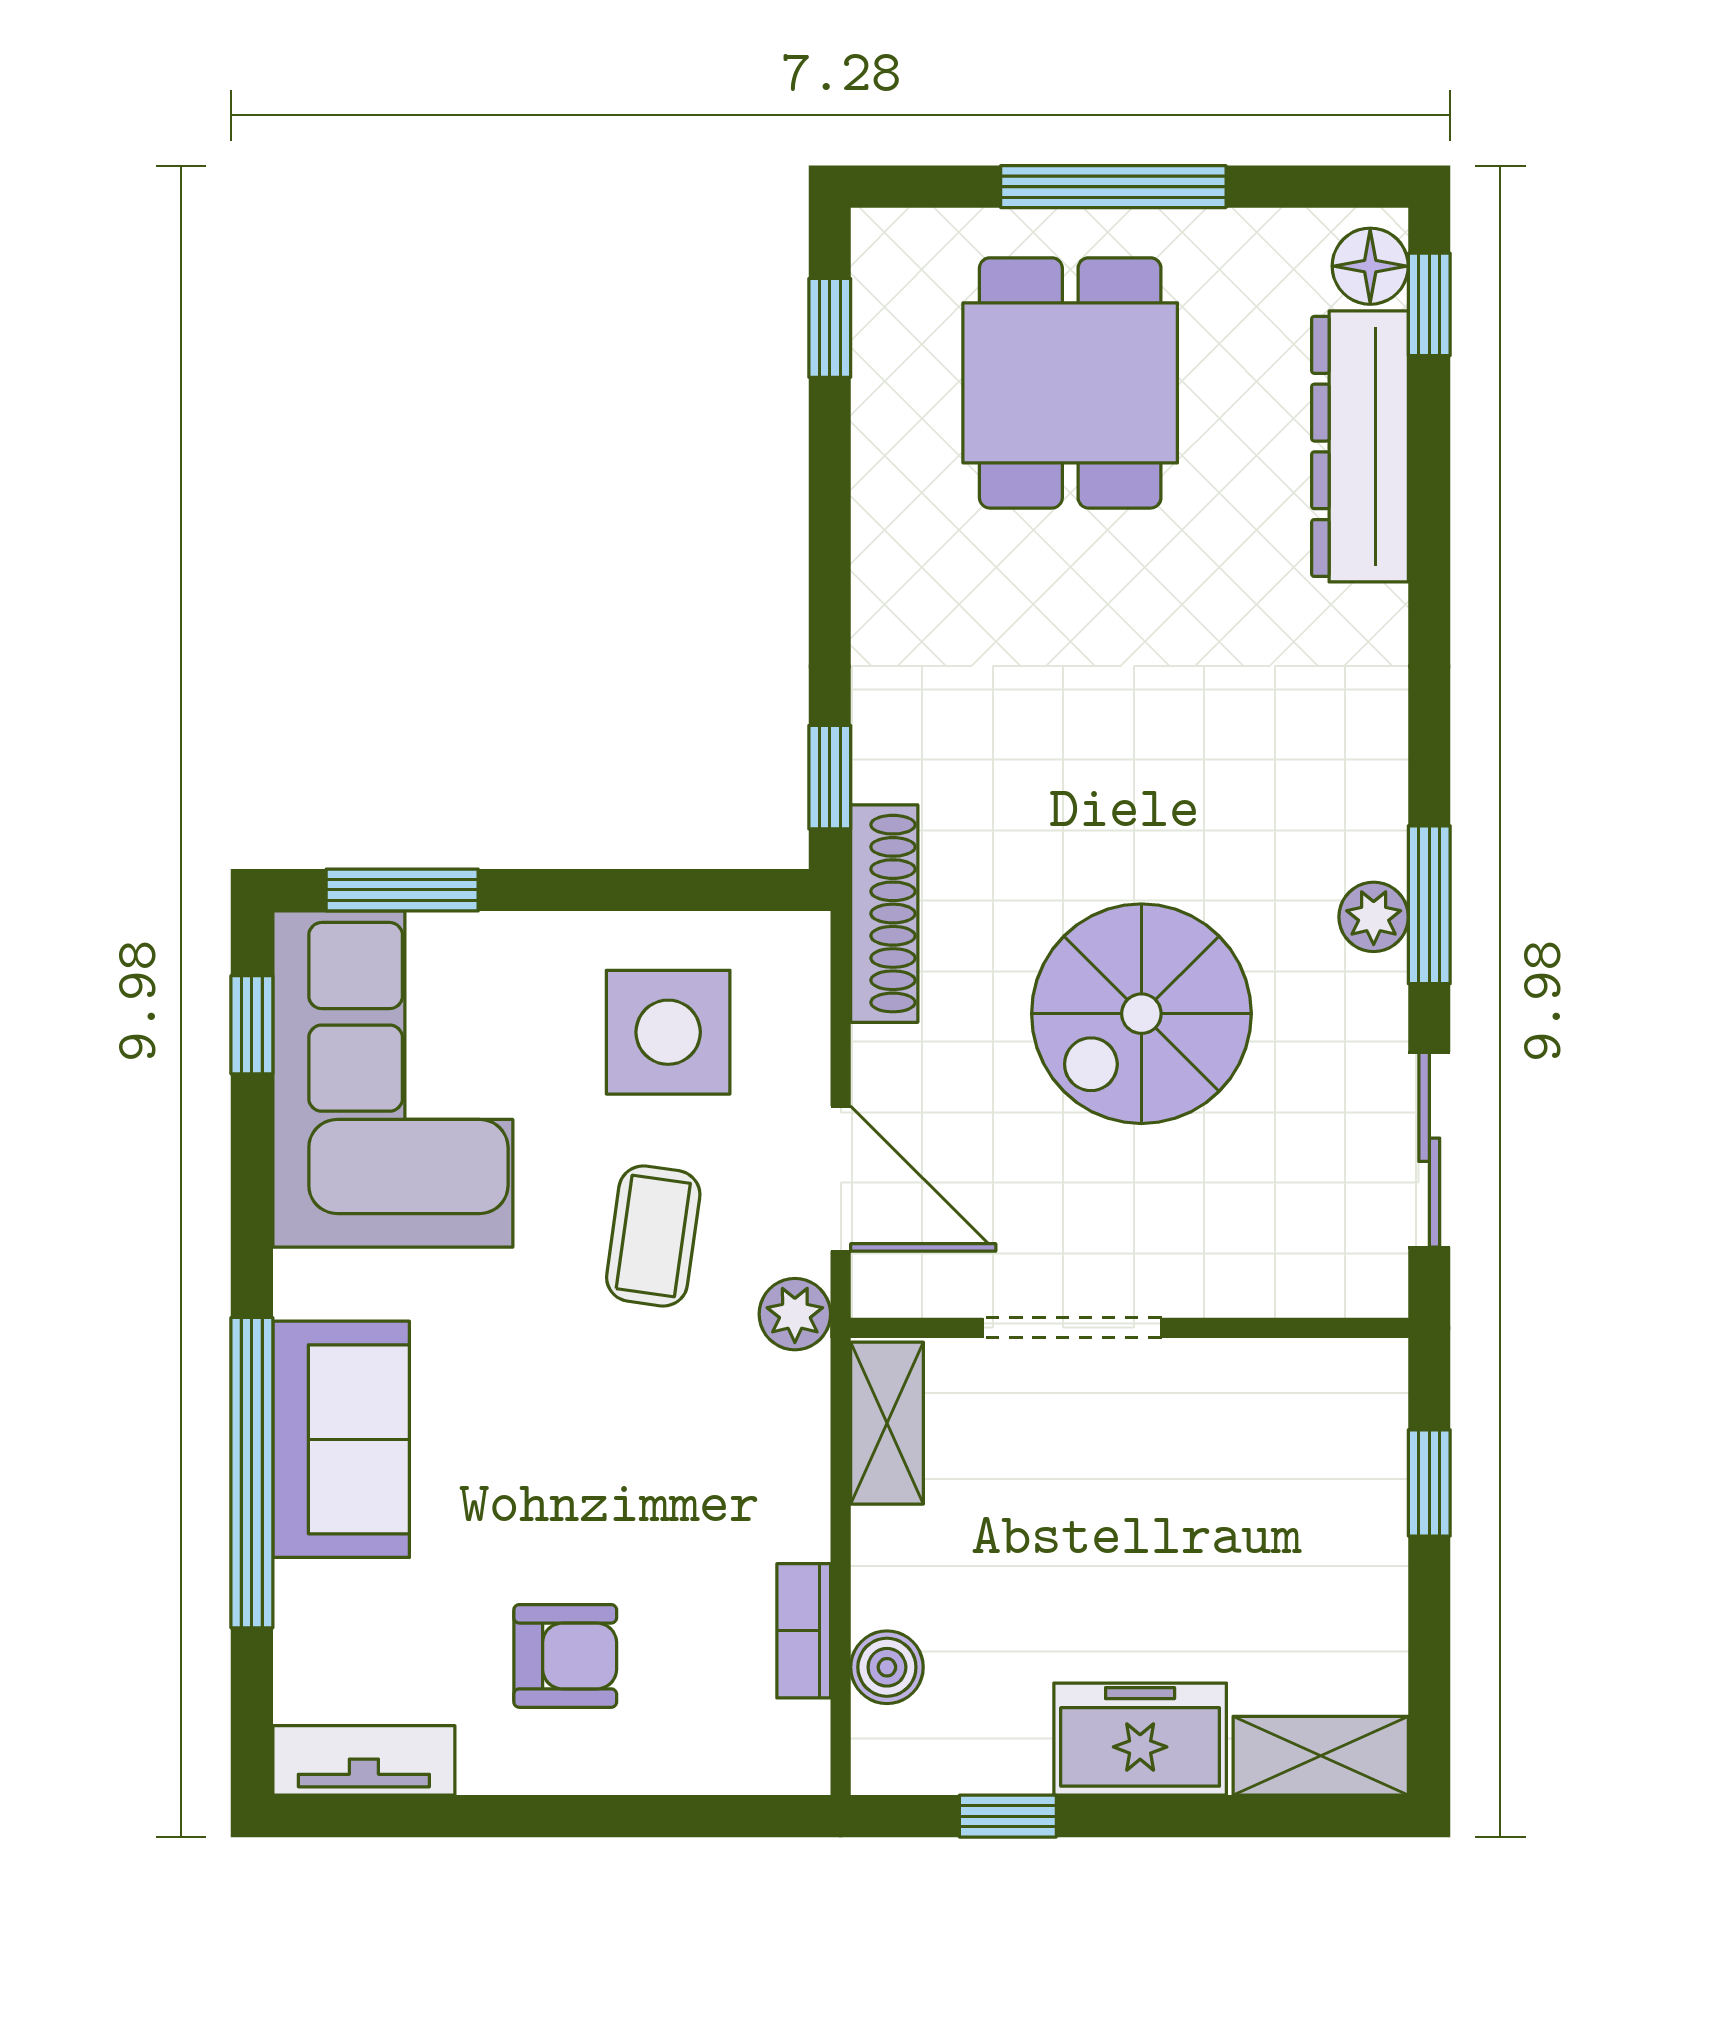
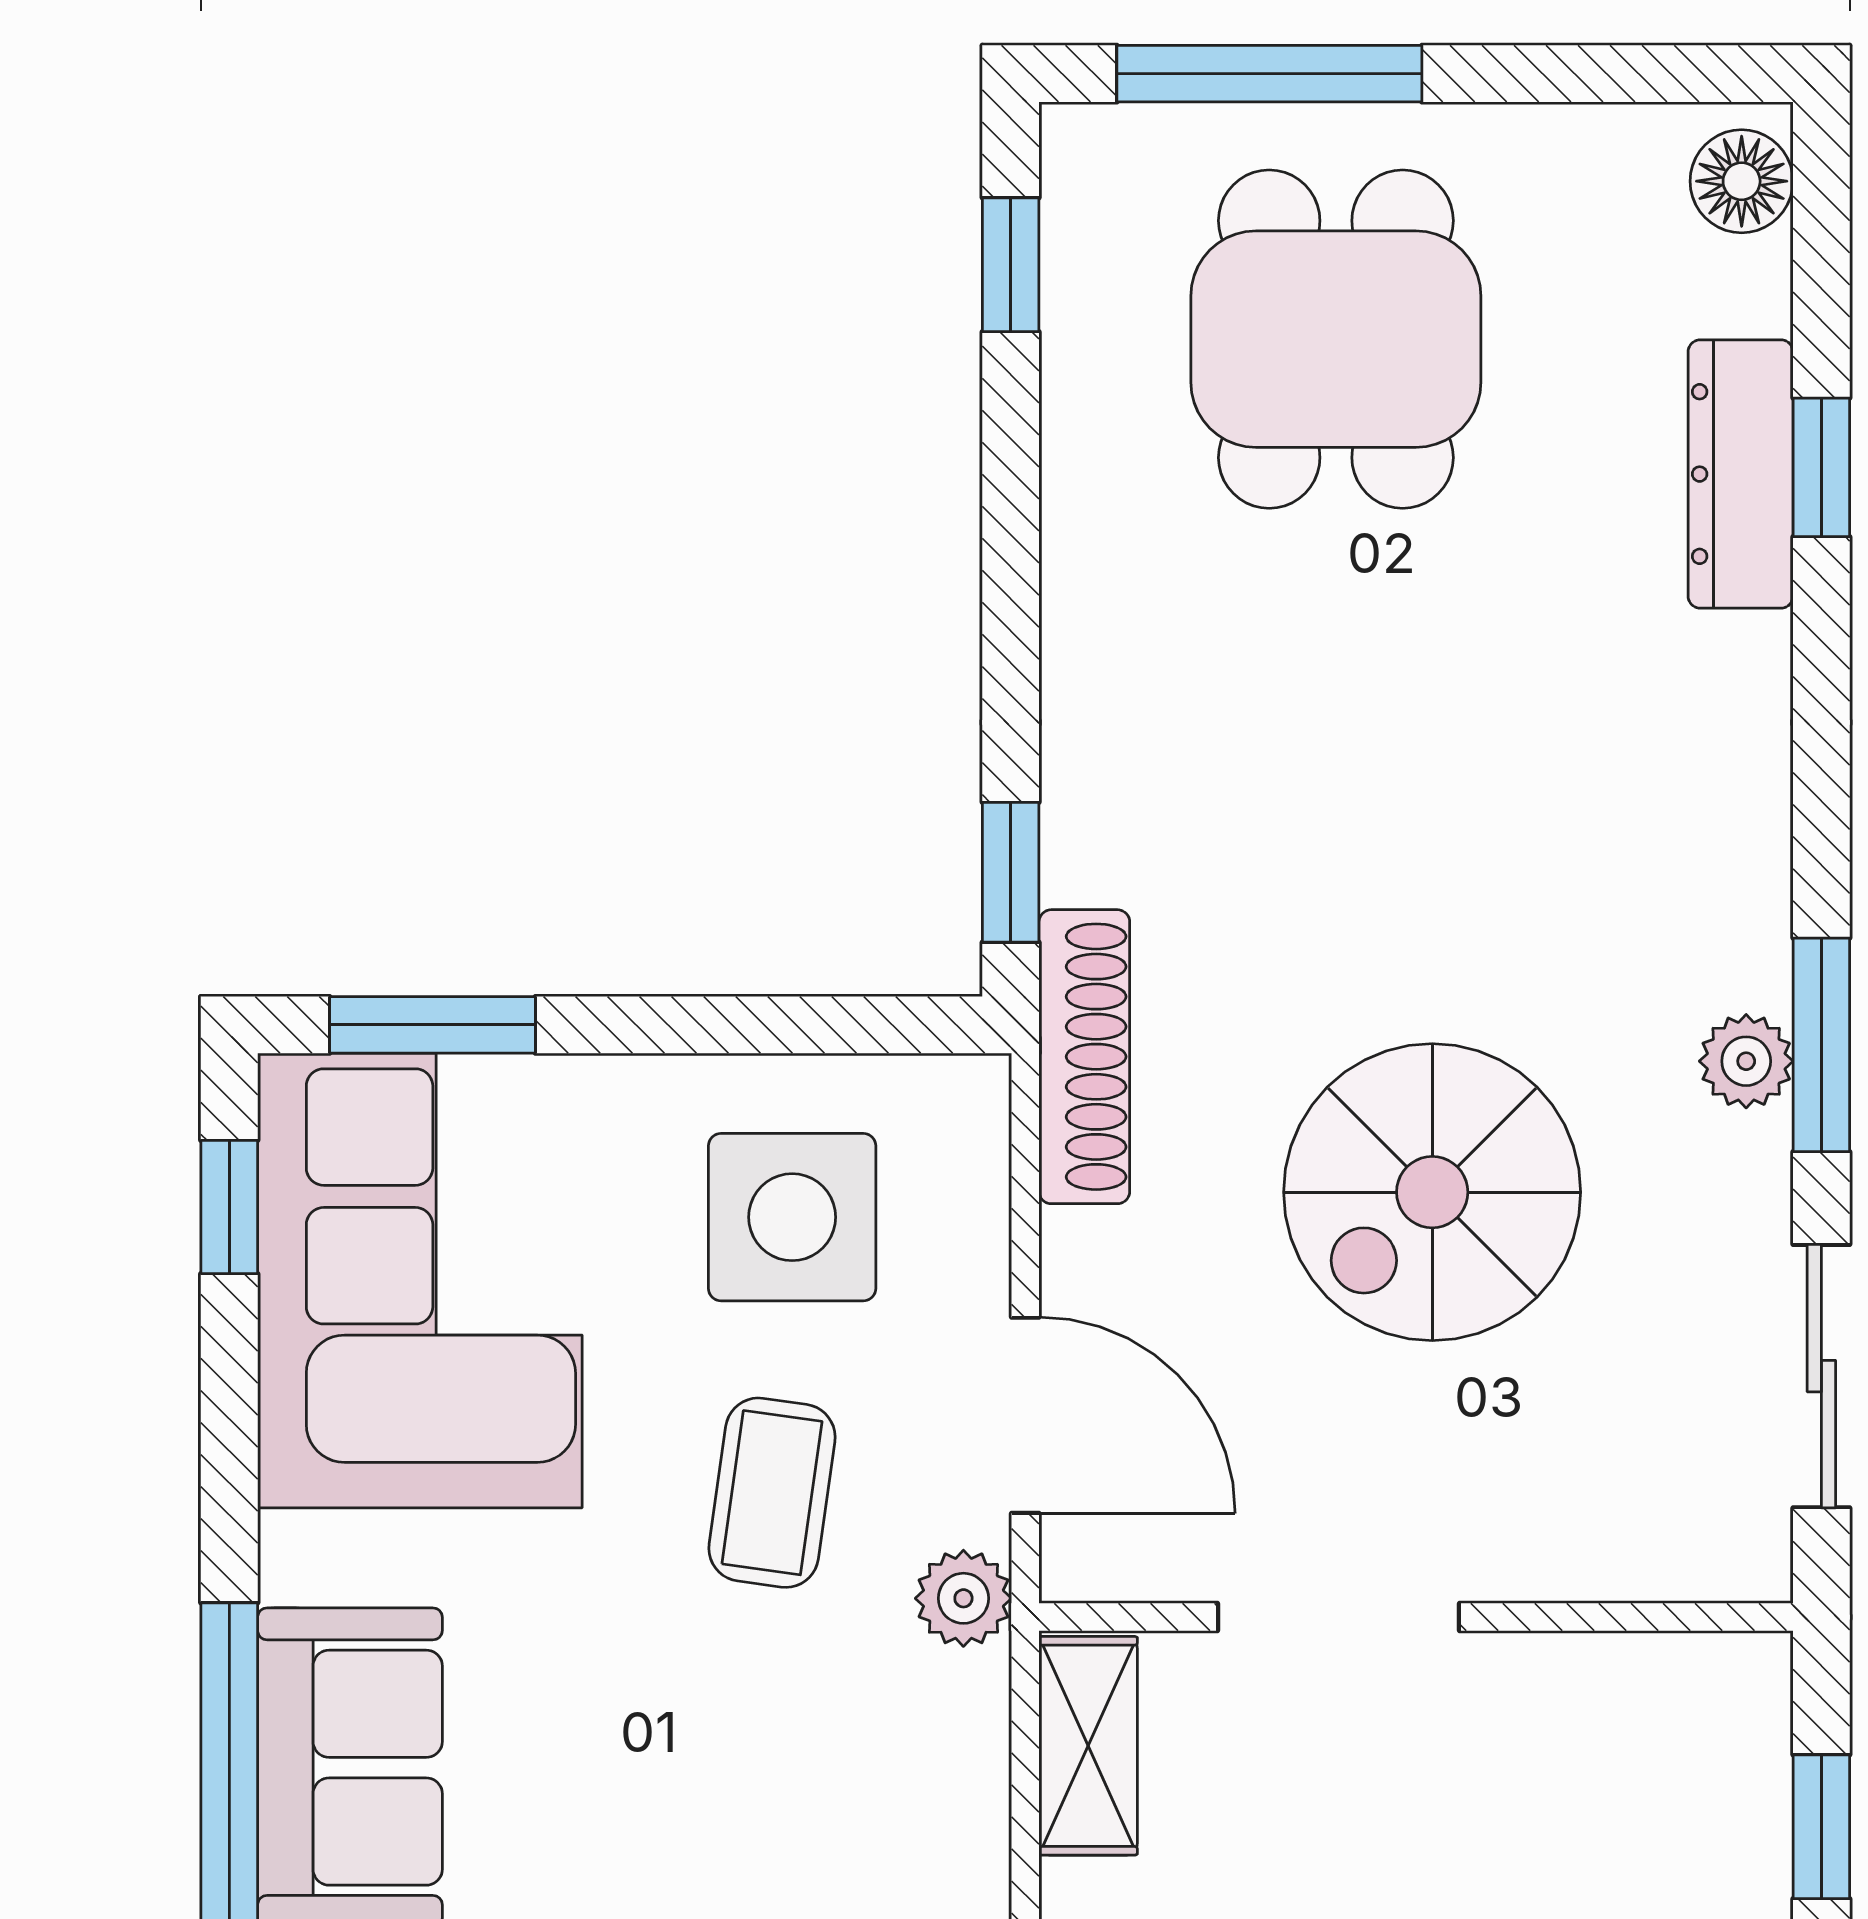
window: (1113, 187) -> (1269, 74), moved
window: (1429, 304) -> (1821, 467), moved
dresser: (1360, 446) -> (1741, 474), width x0.73, depth x0.80

